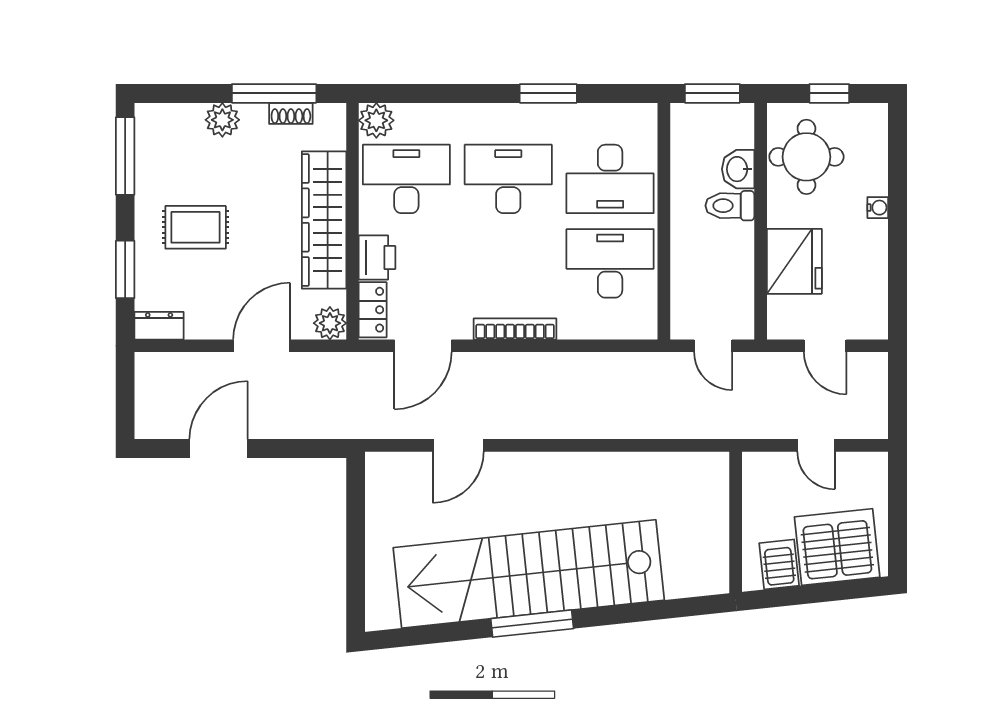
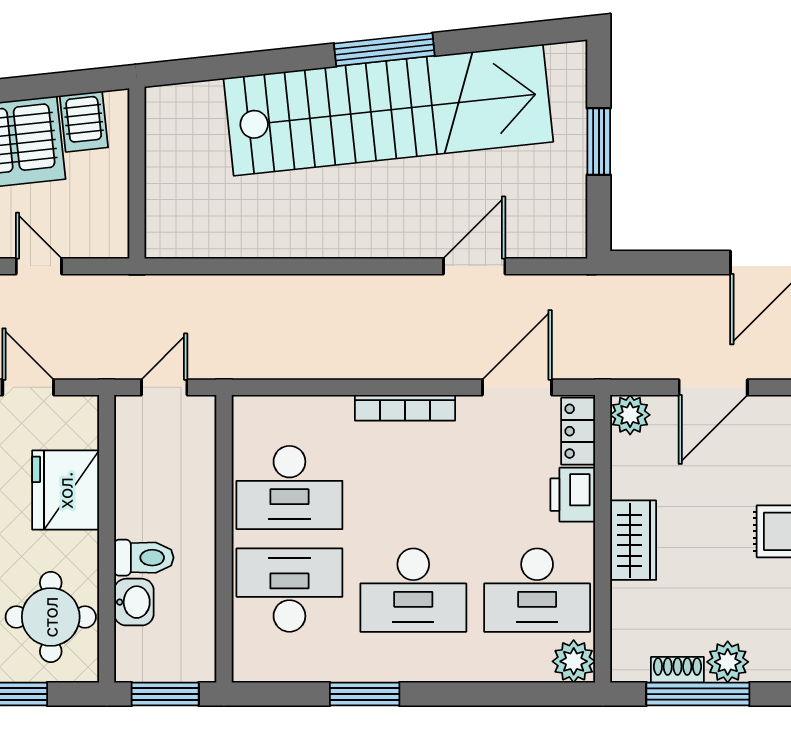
plant: (222, 120) -> (728, 662), moved
wardrobe: (324, 220) -> (633, 540), width x0.48, depth x0.85
door: (713, 346) -> (164, 387), hinge flipped
window: (356, 548) -> (599, 142), added

